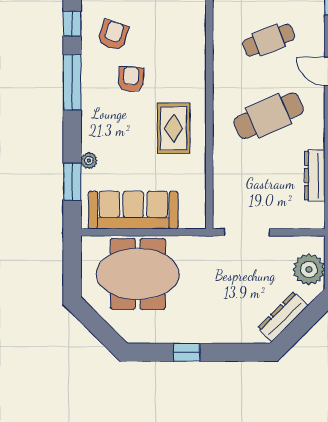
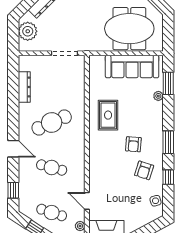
cafe table: (269, 40) -> (52, 167), turned 36
window: (72, 82) -> (168, 142), width x0.69

